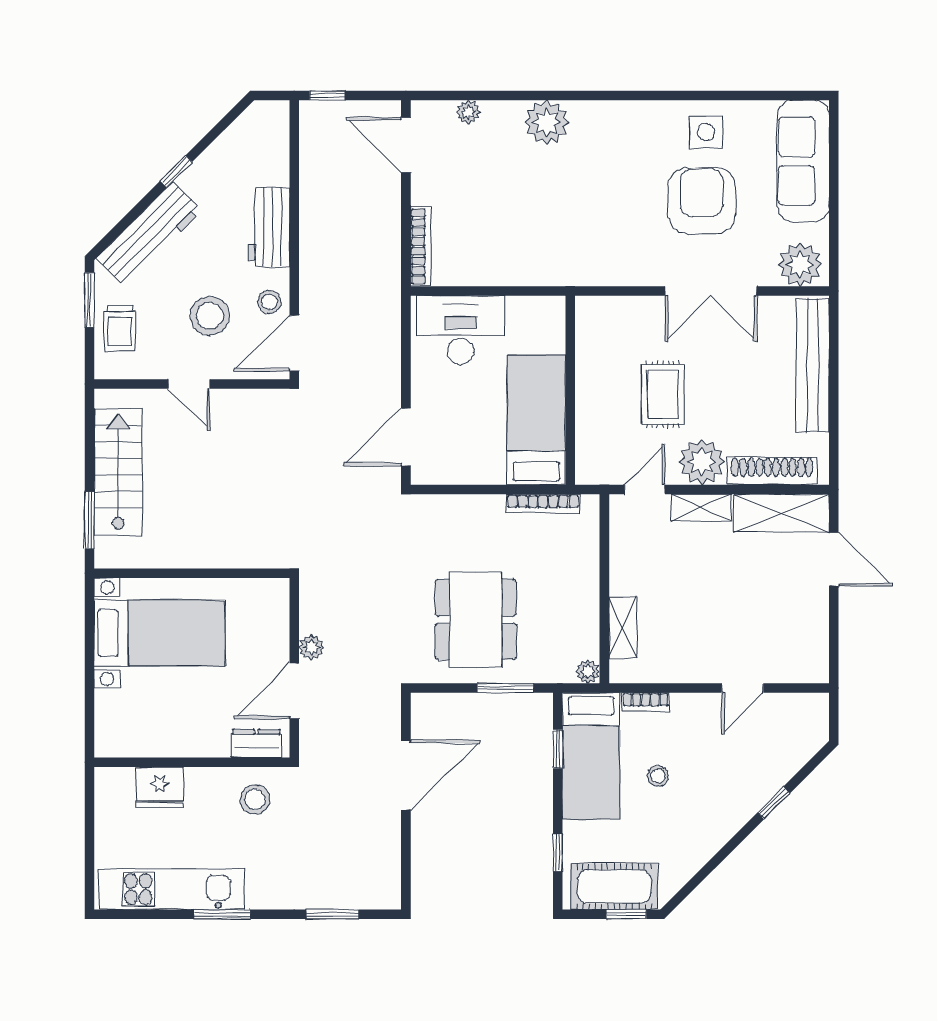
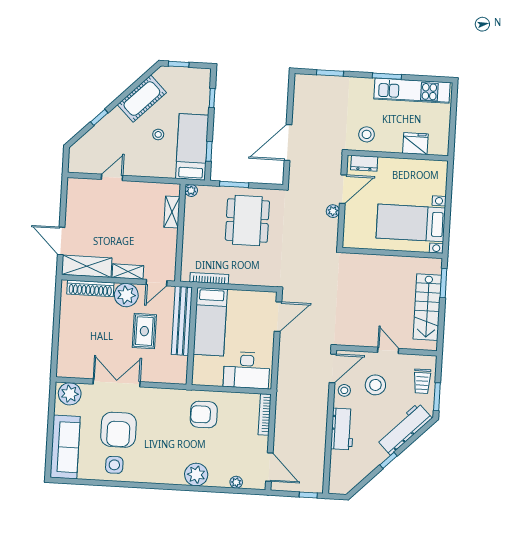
armchair: (539, 239) -> (204, 415), added
trolley: (120, 328) -> (422, 381), turned 180
bench: (813, 365) -> (182, 321), moved
bookcase: (646, 702) -> (162, 173), removed
cot: (614, 887) -> (142, 99), moved, turned -45

